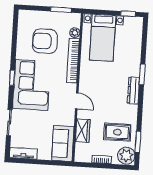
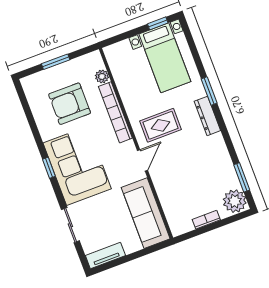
window: (61, 10) -> (56, 62), moved
bed with nightstands: (103, 38) -> (165, 58), moved
door: (77, 101) -> (142, 160), hinge flipped
wardrobe: (83, 131) -> (167, 194), removed
rug: (117, 132) -> (161, 125), moved
sofa: (63, 143) -> (146, 213), width x1.36

